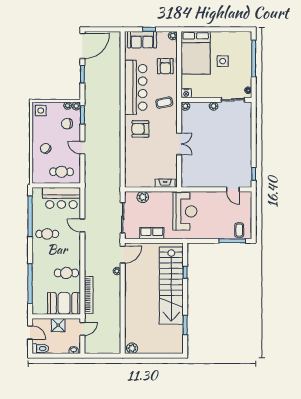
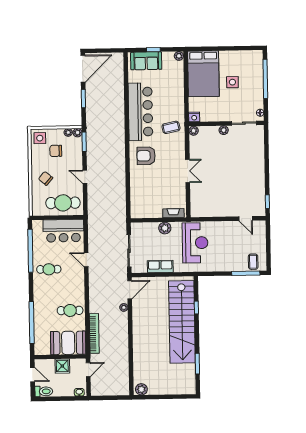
armchair: (165, 66) -> (171, 89), removed
chair: (67, 124) -> (56, 151), moved
cafe table: (62, 172) -> (63, 203), width x1.37, depth x1.35
plant: (143, 197) -> (165, 228), moved

